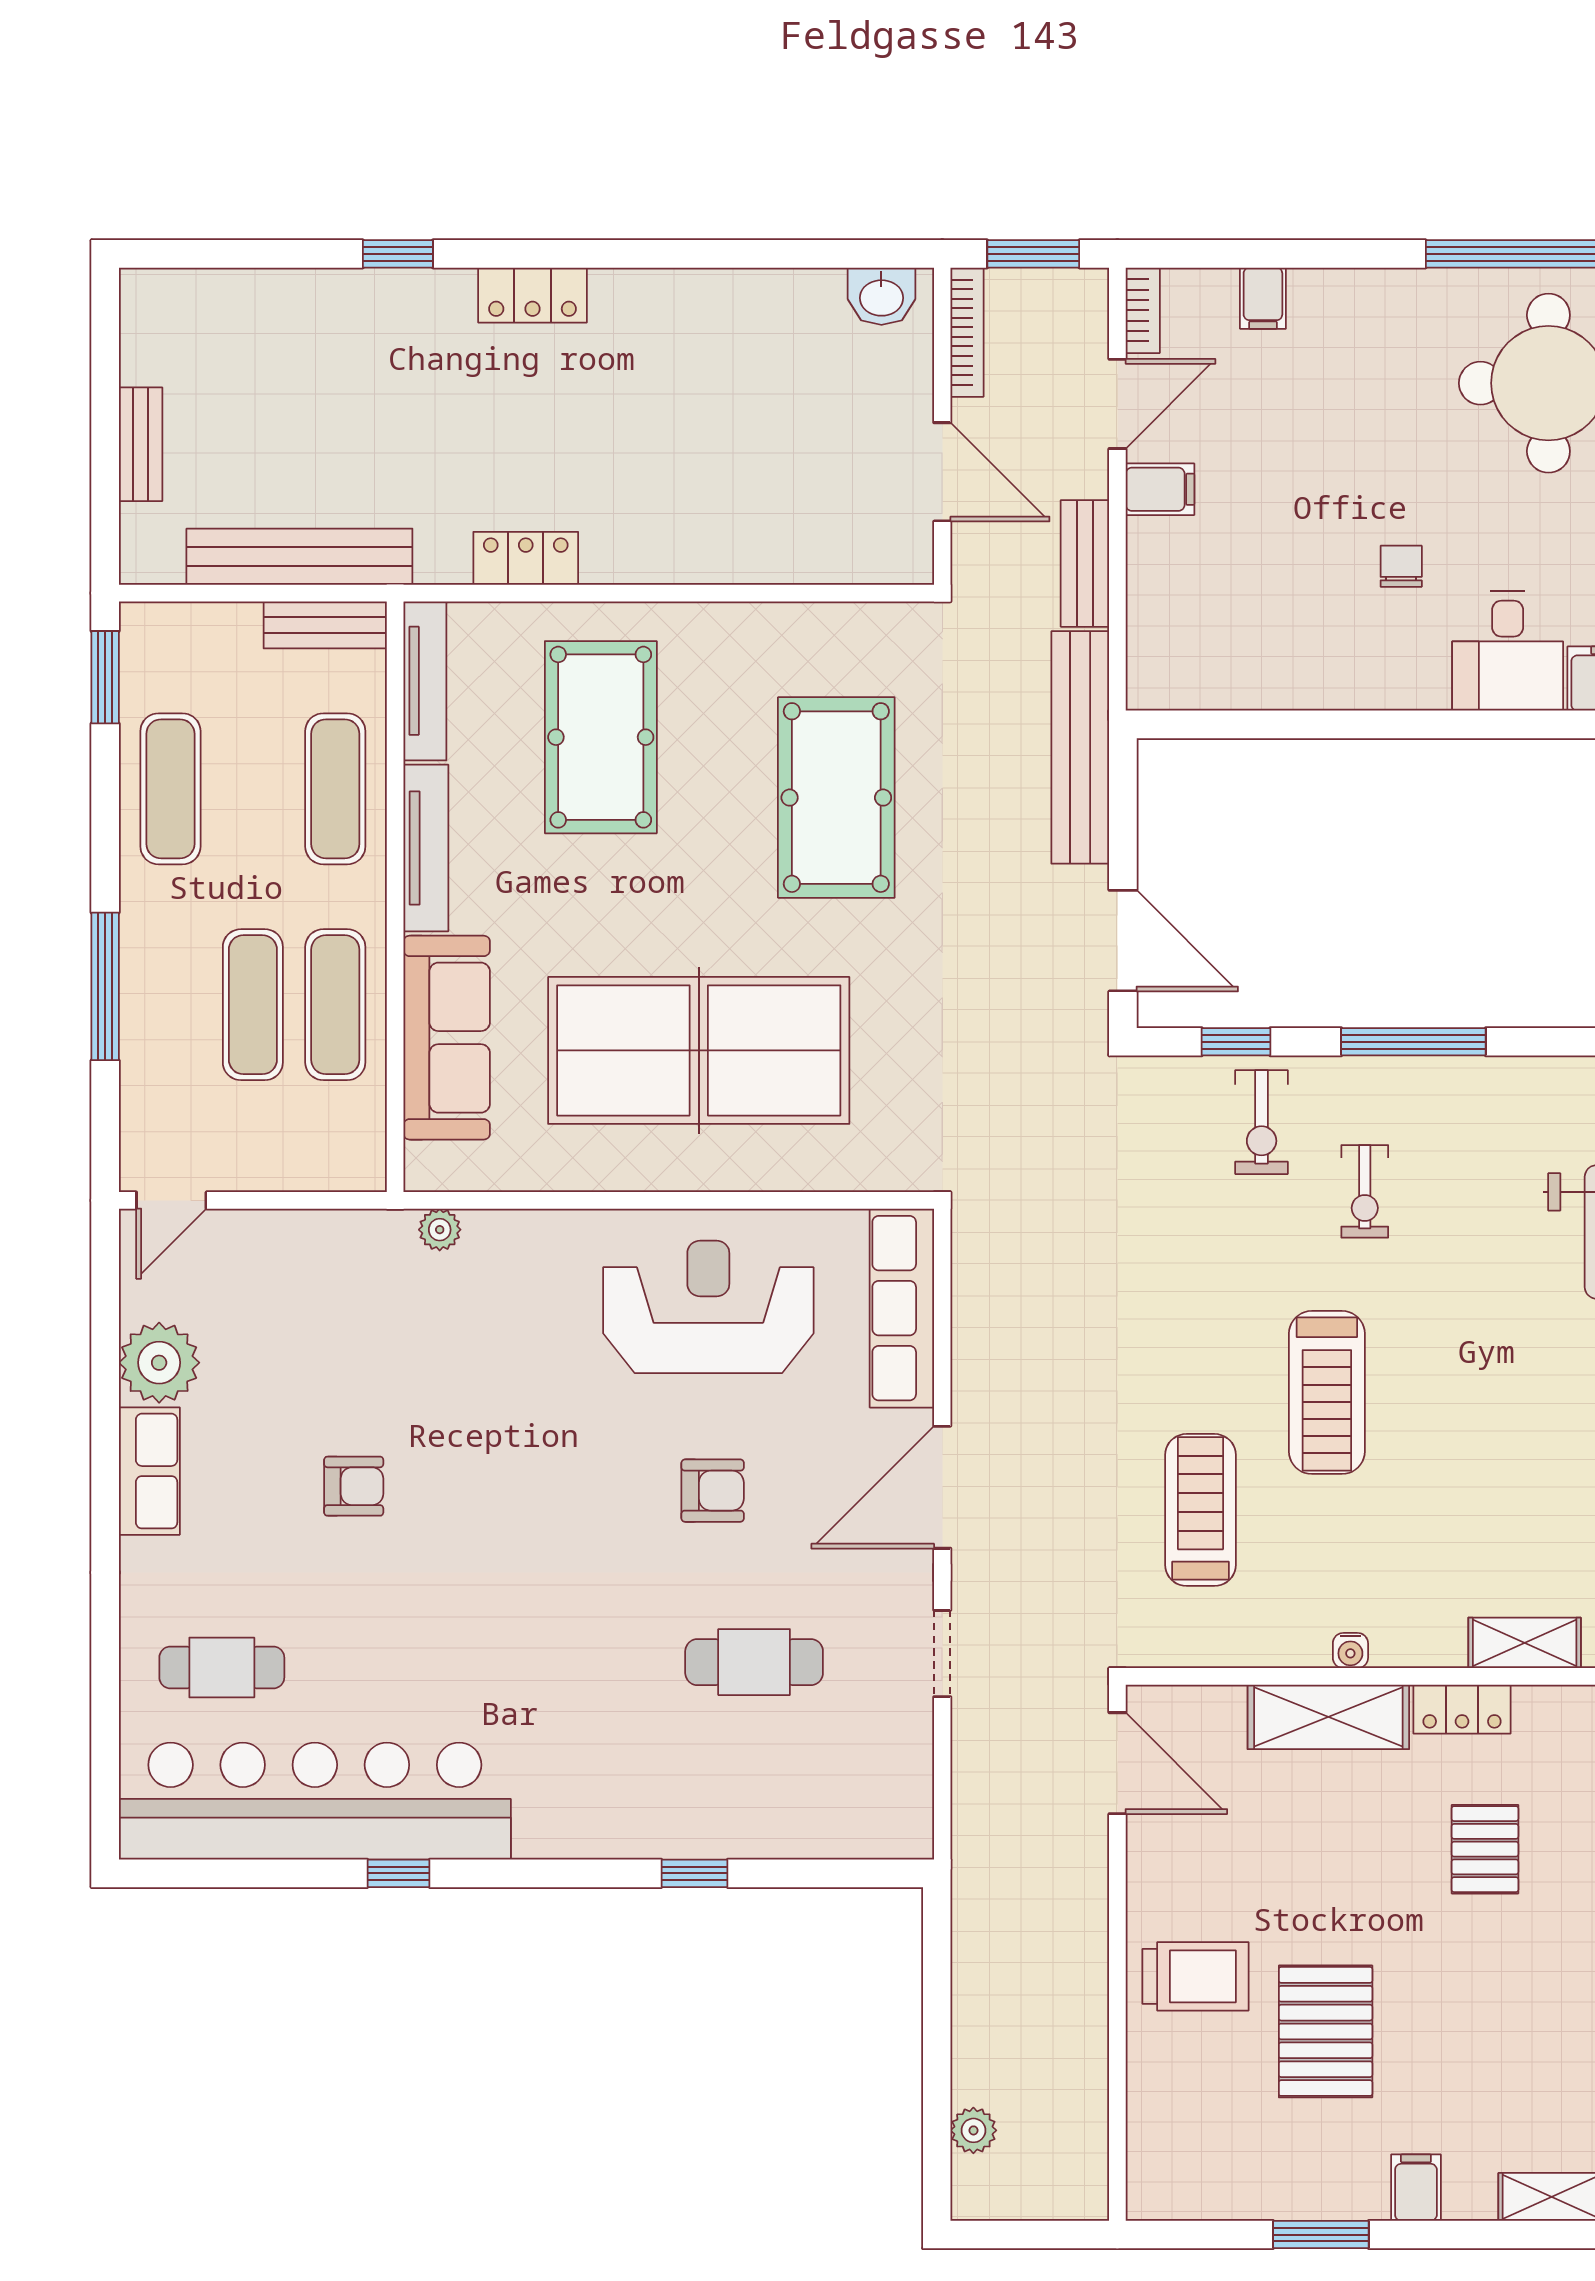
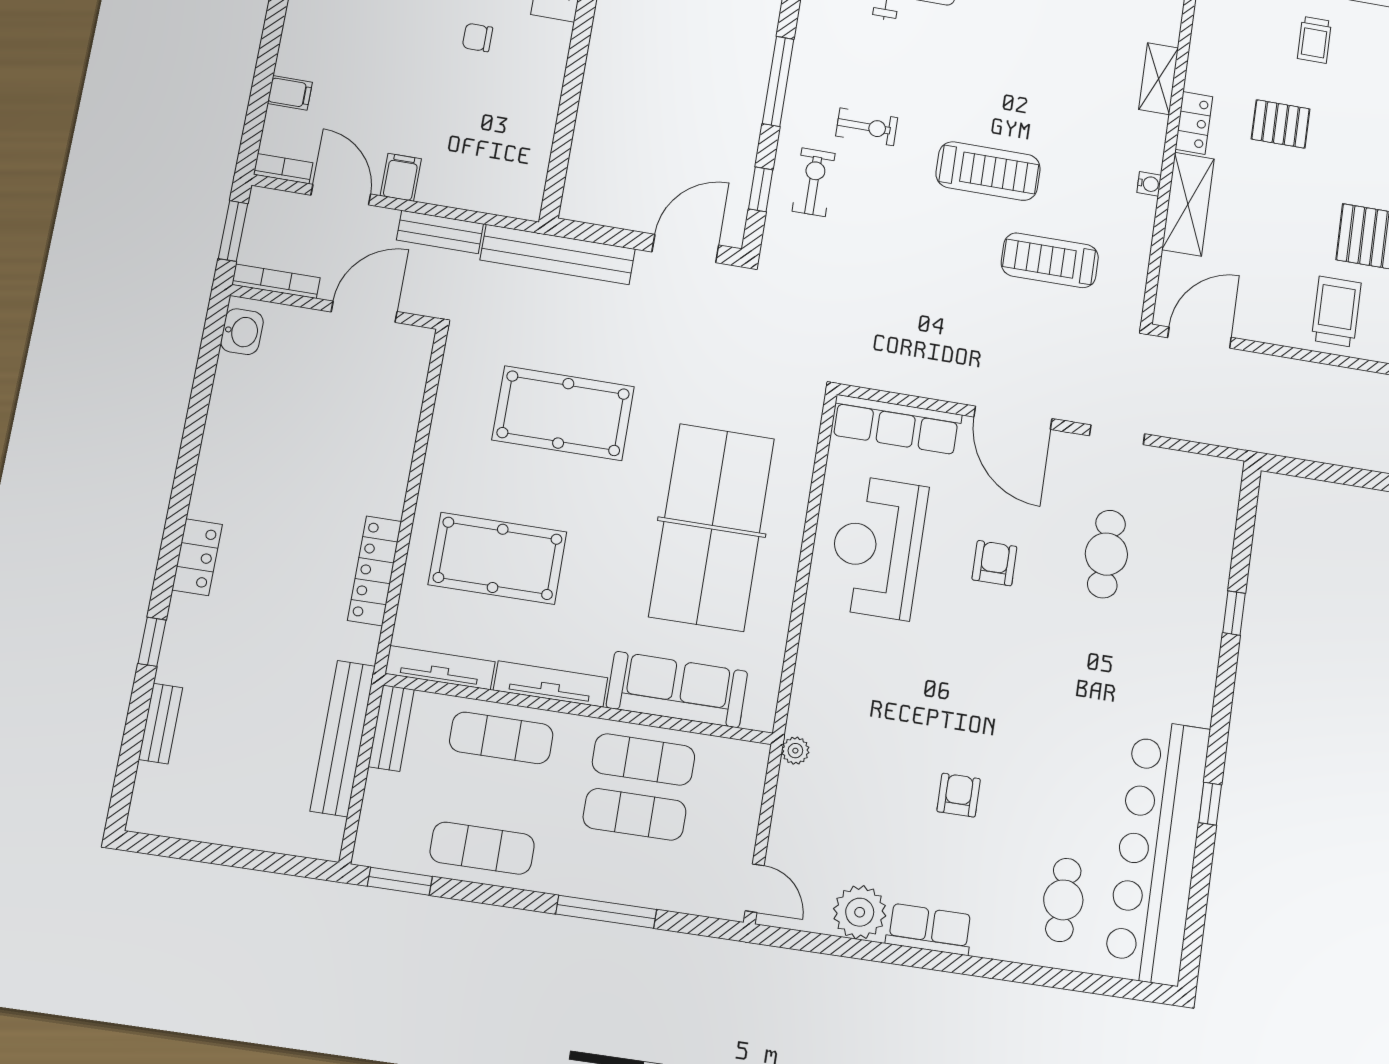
bench: (141, 444) -> (161, 724), moved, turned 90
locker: (526, 558) -> (374, 571), width x1.53
exercise bike: (1262, 1122) -> (814, 182), turned -90
plant: (440, 1230) -> (795, 751), moved

